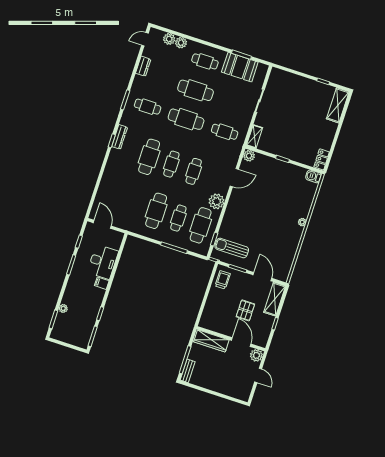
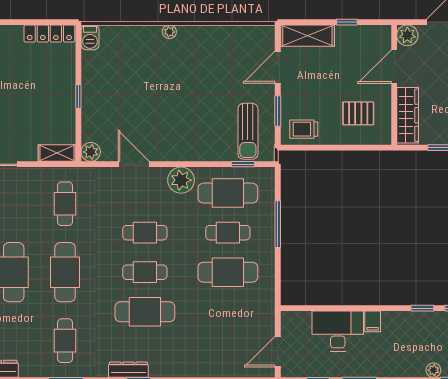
locker: (322, 159) -> (49, 33), width x1.53
pallet: (245, 310) -> (358, 113), moved

